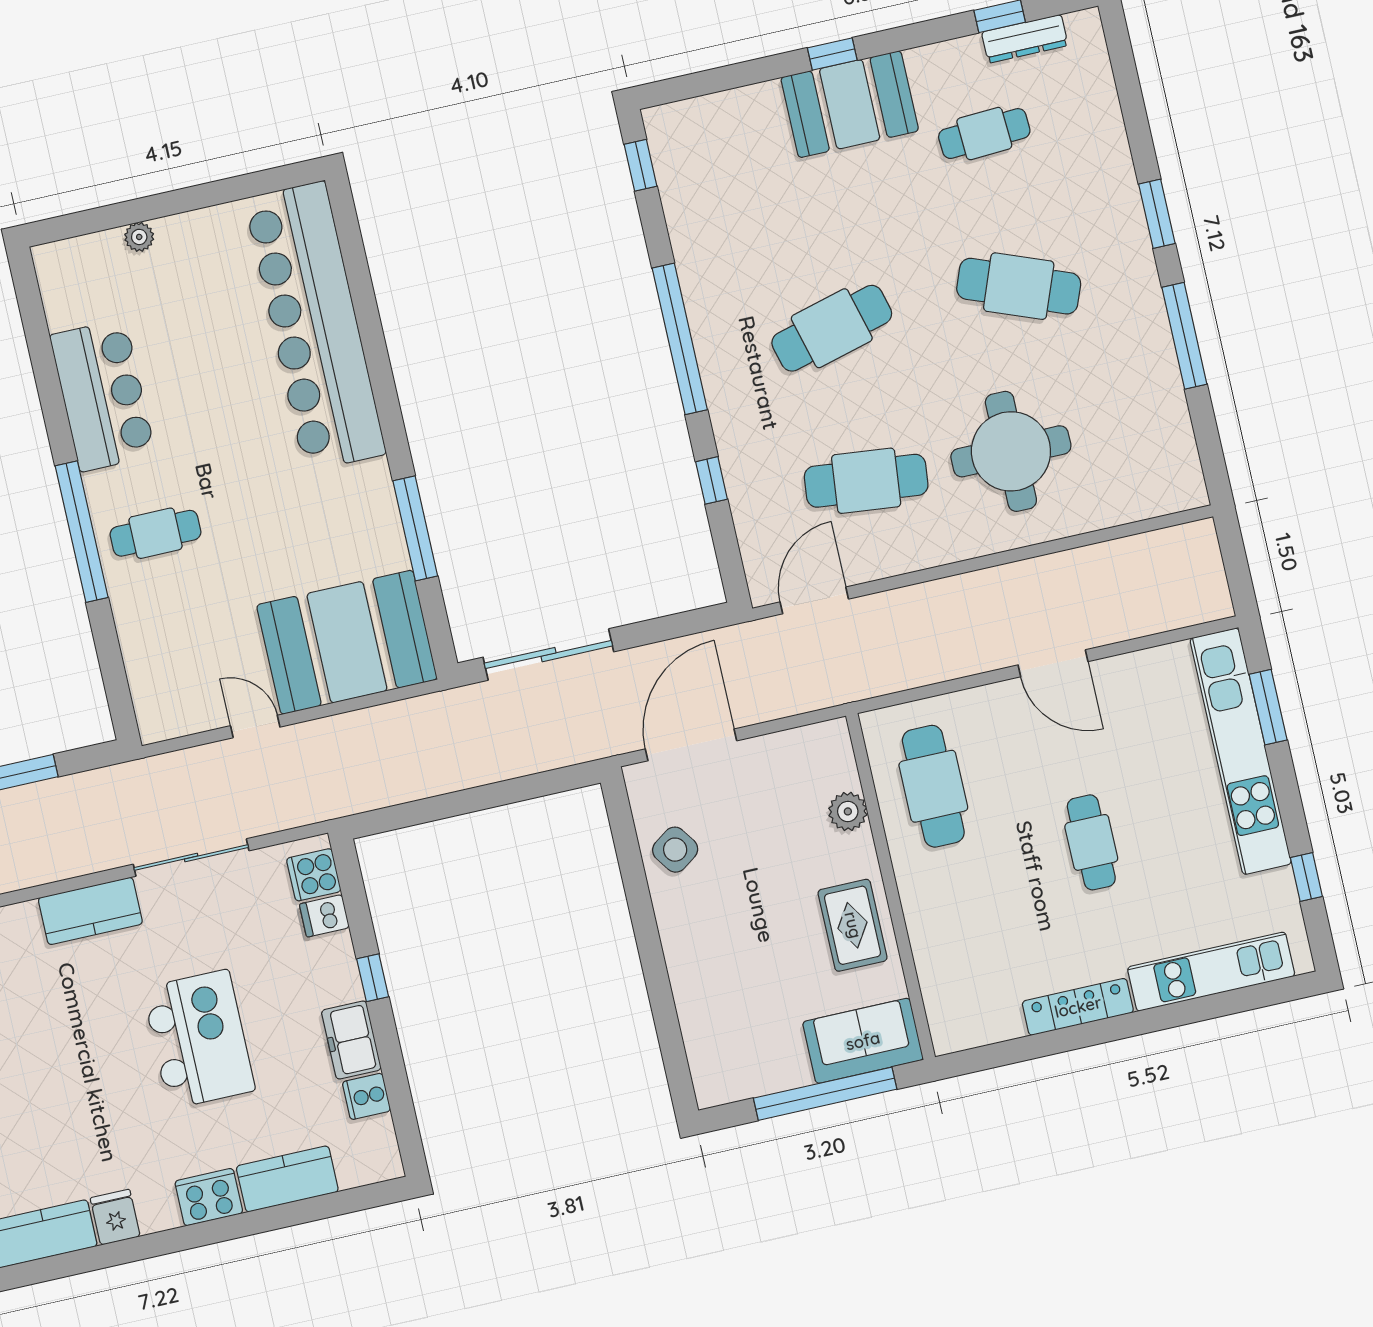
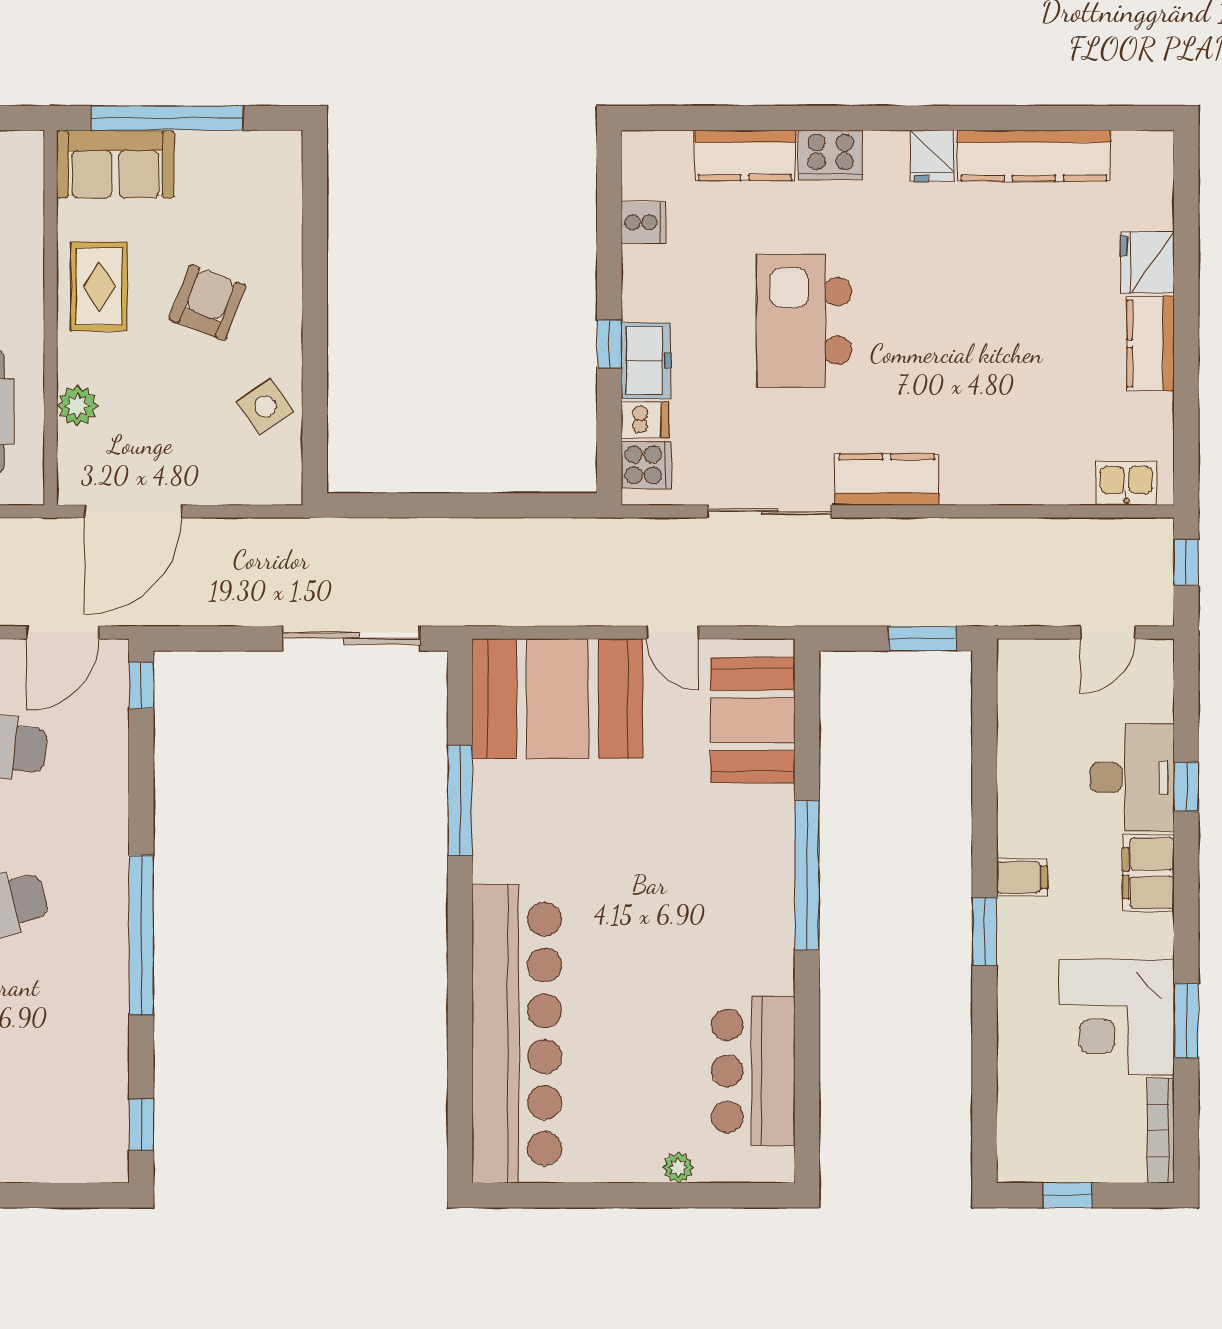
bar counter: (103, 395) -> (753, 1071), moved
window: (712, 480) -> (141, 685), moved
cafe table: (156, 533) -> (731, 856), removed
booth: (163, 663) -> (753, 720), added
door: (691, 745) -> (133, 511), moved
armchair: (750, 933) -> (207, 302), added
freezer: (351, 1040) -> (646, 360), moved

